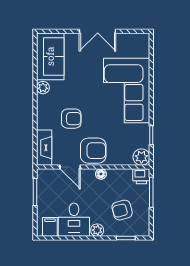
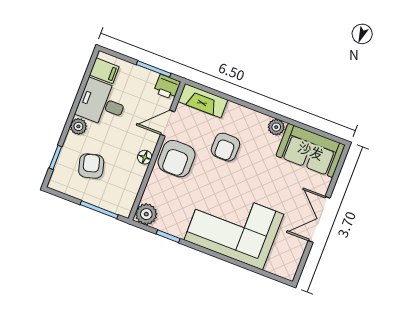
printer: (141, 176) -> (167, 87), moved, turned -90

